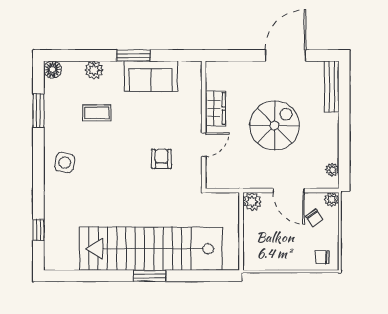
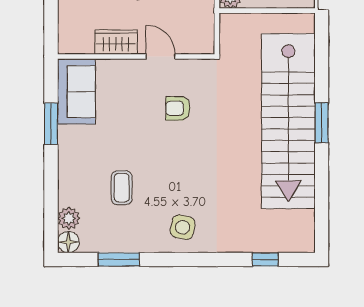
window: (133, 55) -> (51, 124), moved
plant: (94, 70) -> (69, 218), moved
sofa: (151, 76) -> (76, 92), moved

